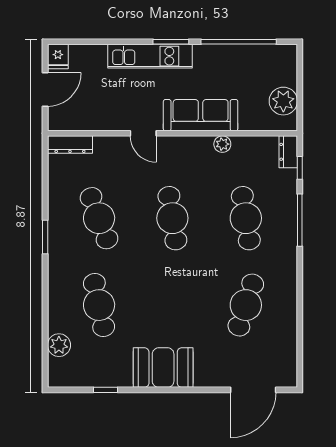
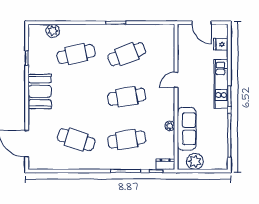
fridge: (58, 57) -> (221, 44), moved
sofa: (201, 115) -> (187, 129), moved
dresser: (70, 145) -> (170, 37), removed

